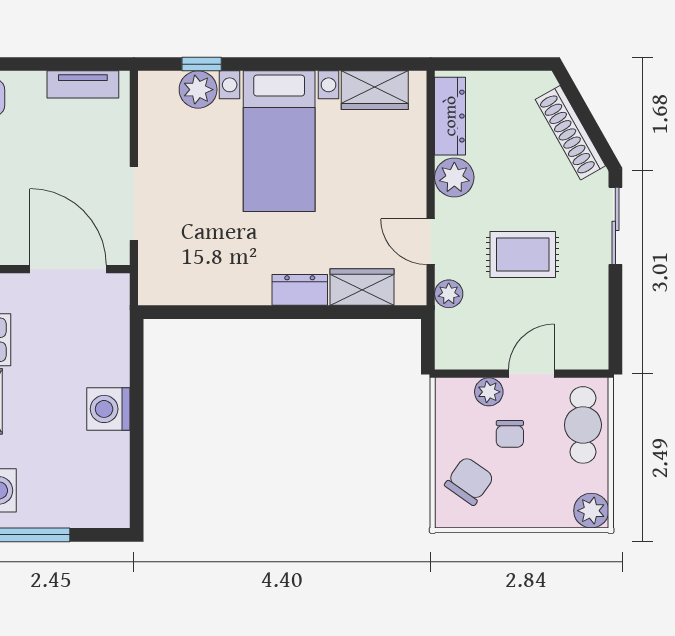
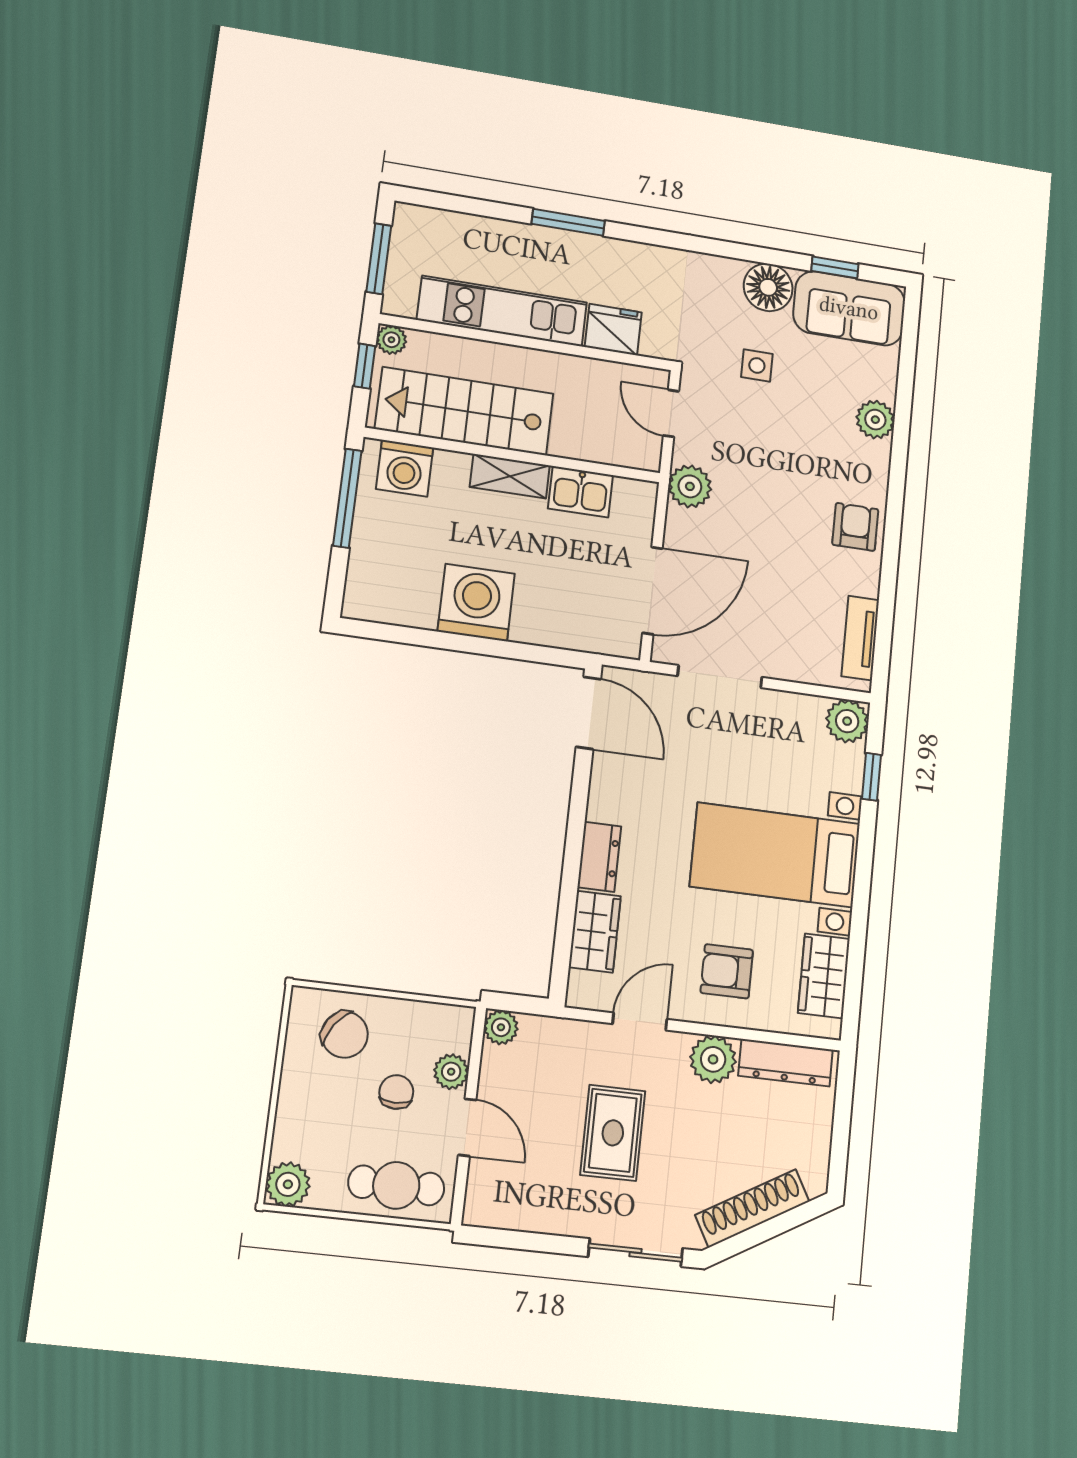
plant: (198, 90) -> (847, 721), moved
armchair: (381, 173) -> (727, 971), added
plant: (449, 294) -> (501, 1027), moved
door: (181, 312) -> (588, 713), added
washing machine: (108, 409) -> (476, 603), width x1.37, depth x1.37
chair: (510, 434) -> (396, 1092), turned 90

